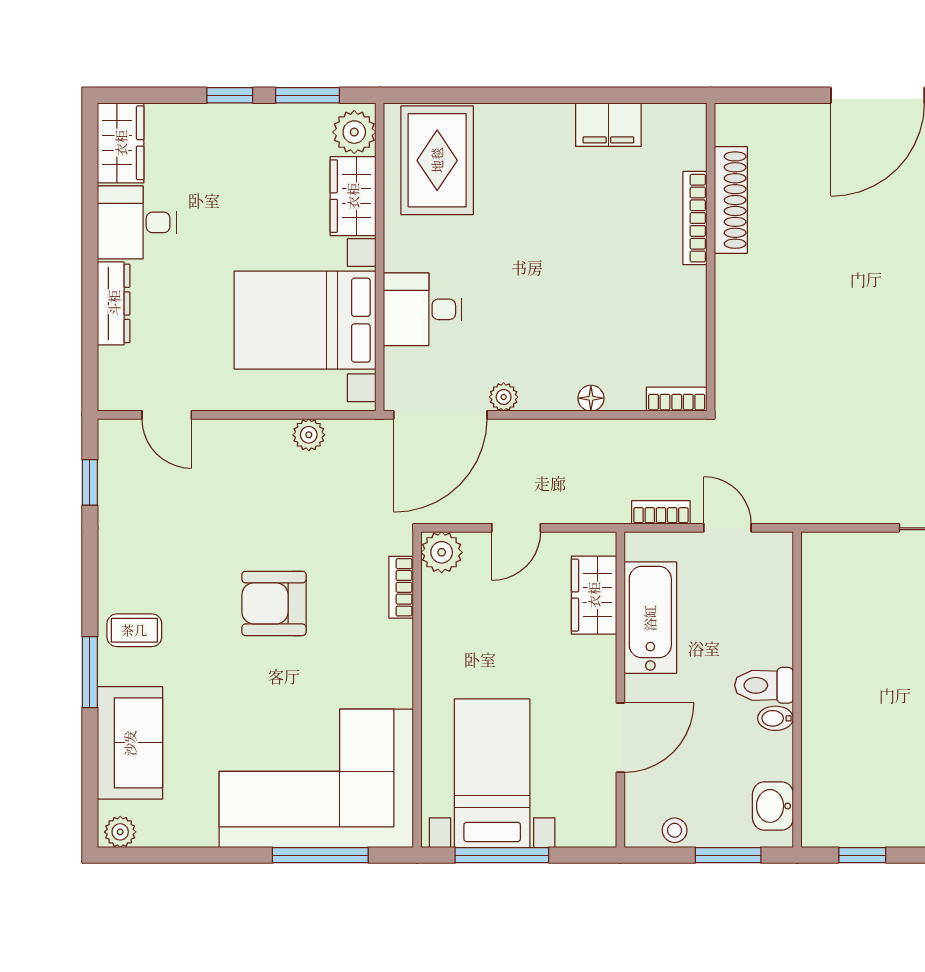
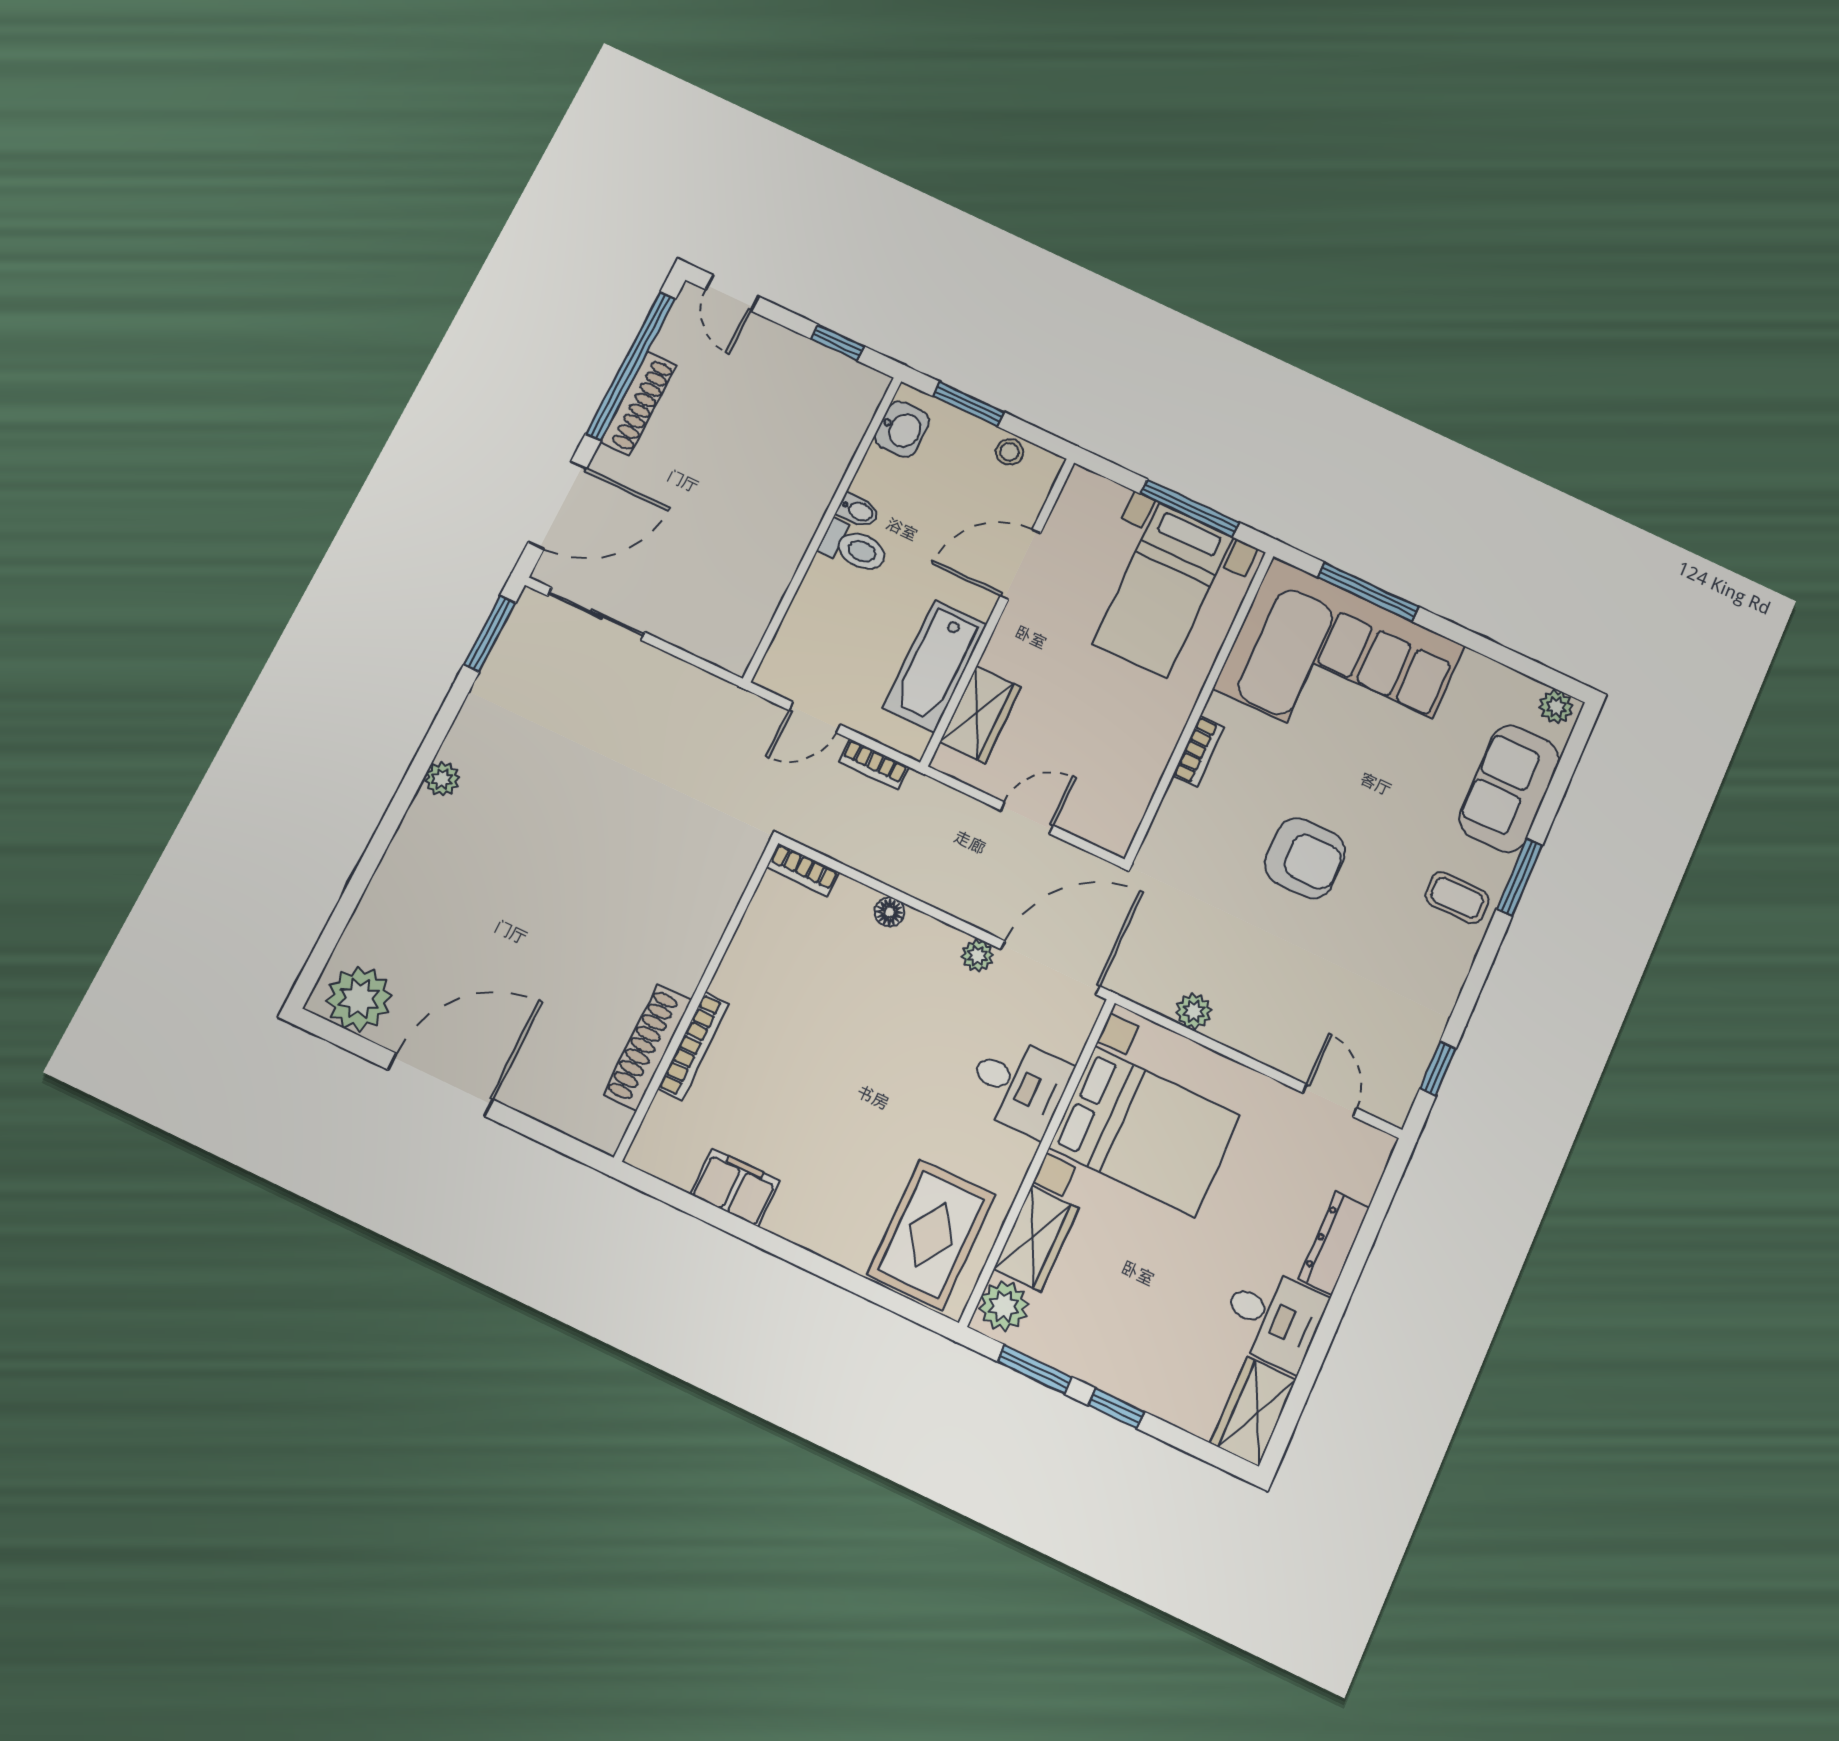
door: (727, 528) -> (815, 717), hinge flipped
plant: (442, 552) -> (1113, 829), removed
bookcase: (401, 587) -> (1199, 751), moved

